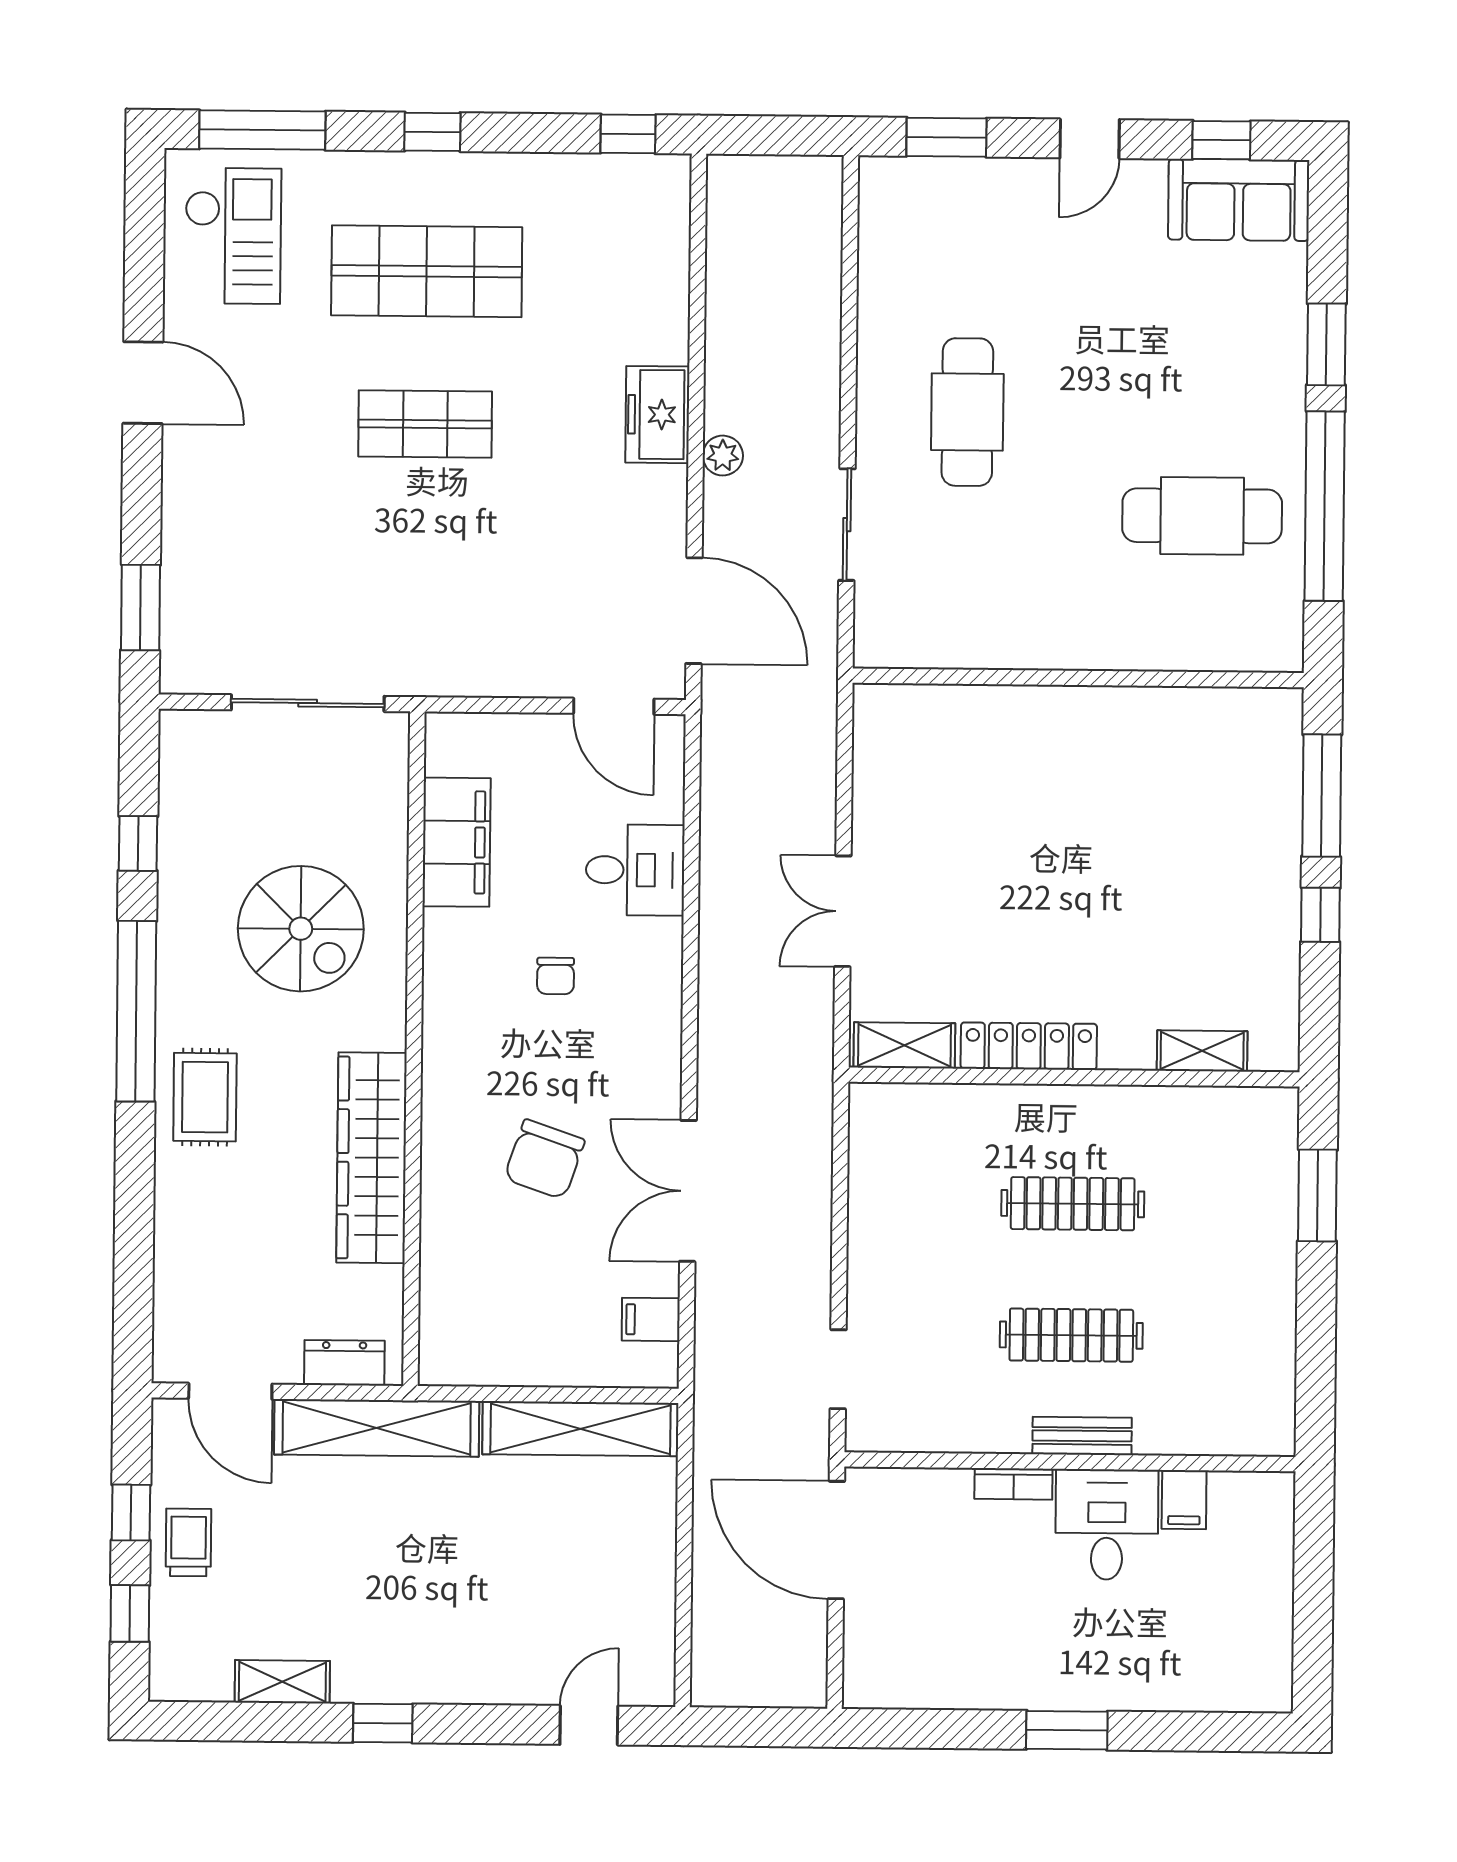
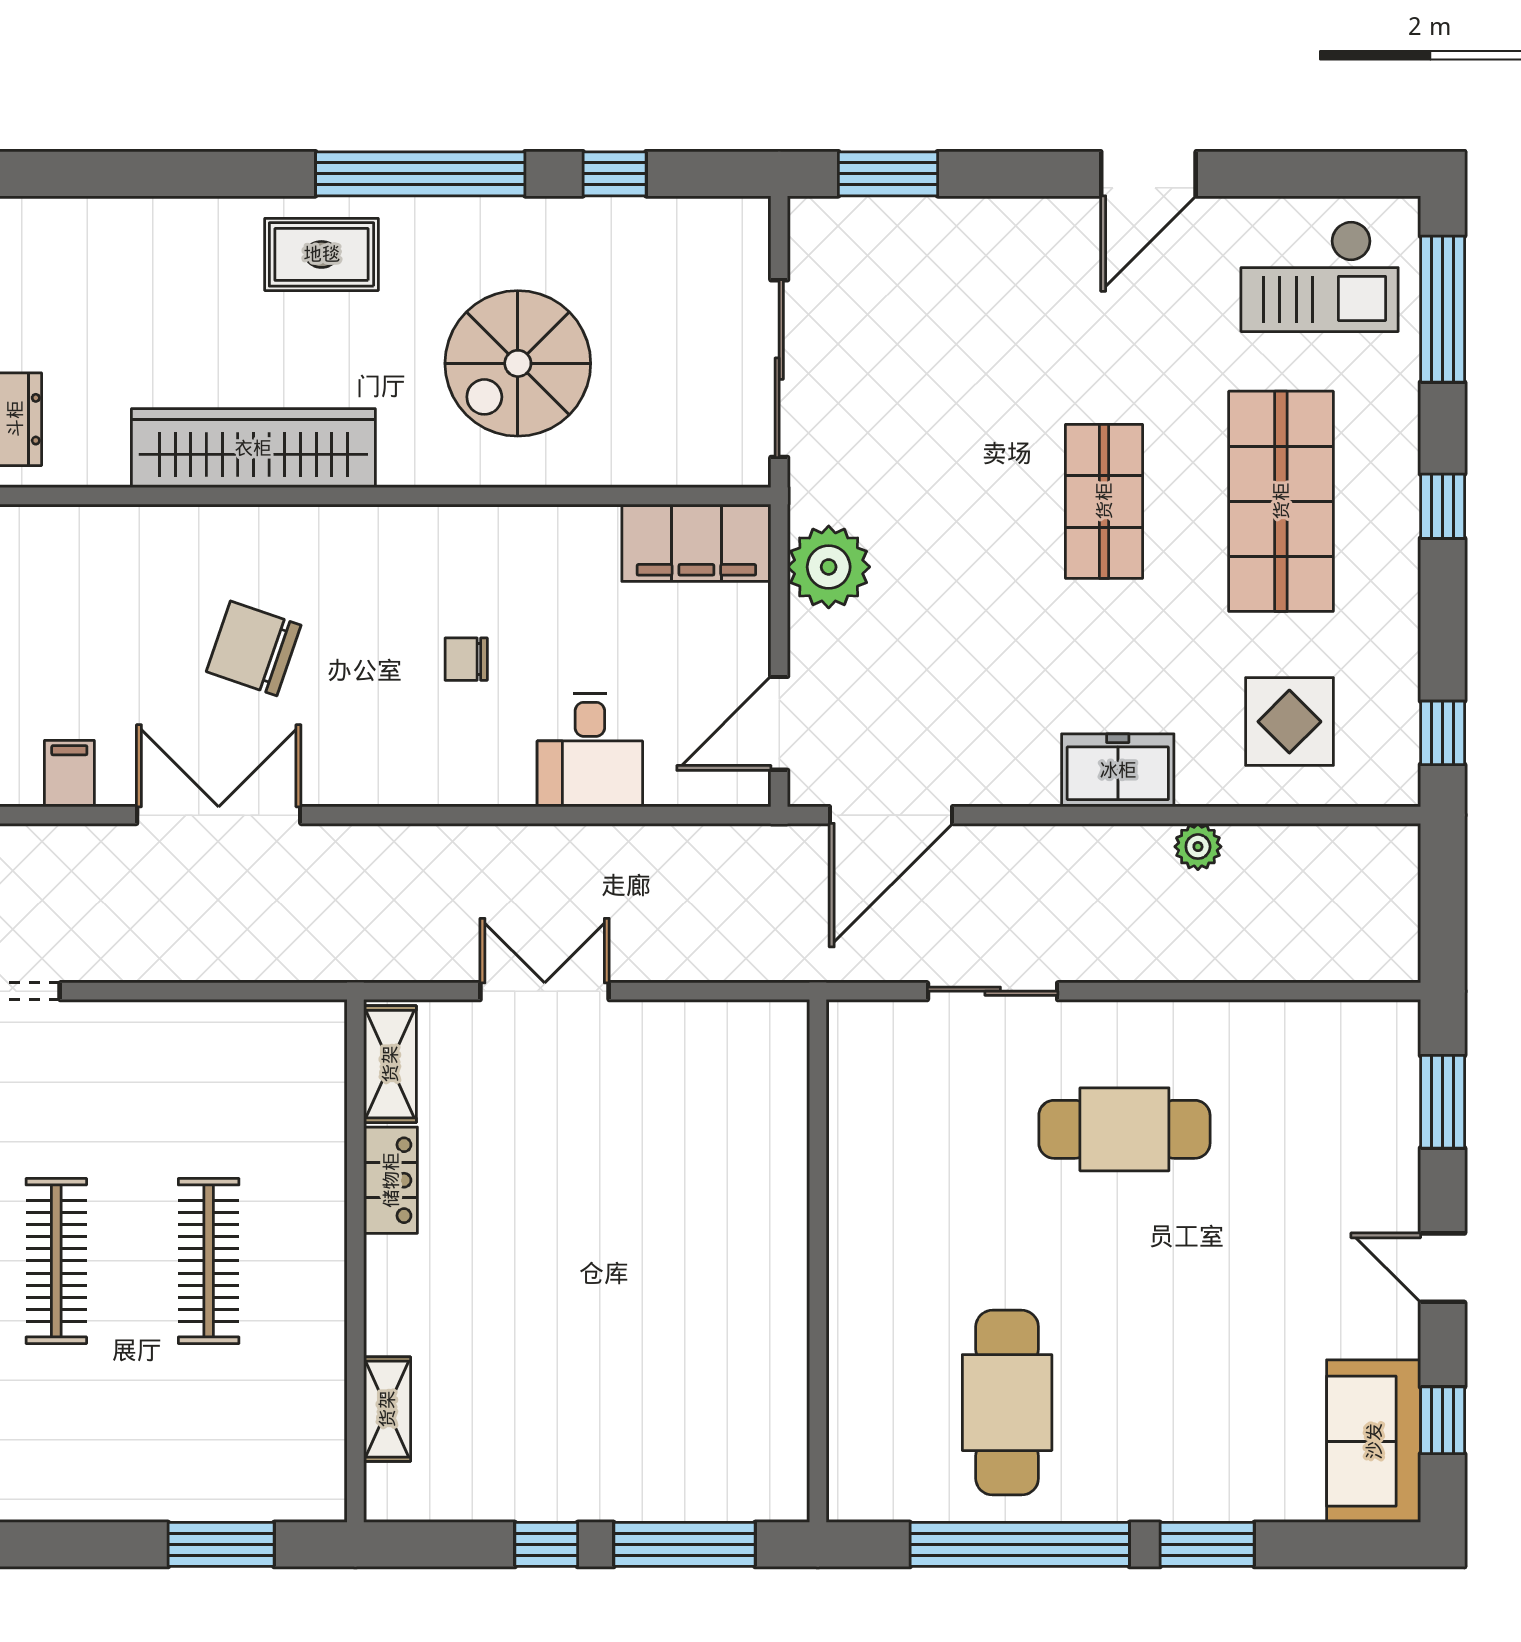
display table: (617, 266) -> (1289, 722), added
plant: (723, 456) -> (1198, 847), moved
plant: (479, 662) -> (829, 567), added
filing cabinet: (457, 842) -> (696, 543), moved
locker: (1029, 1046) -> (391, 1180), width x0.66

